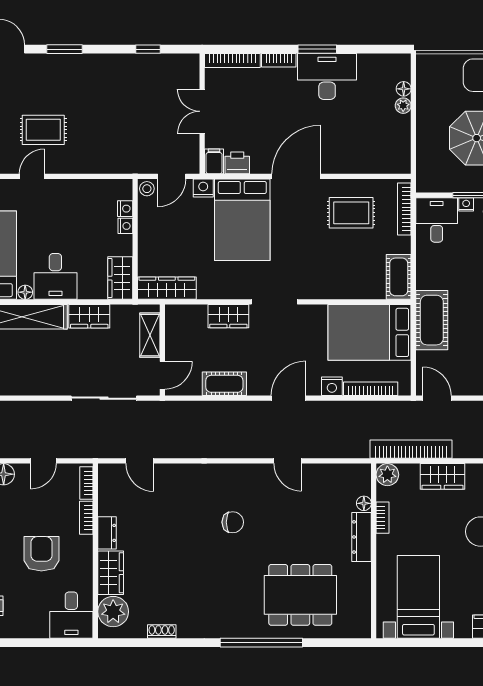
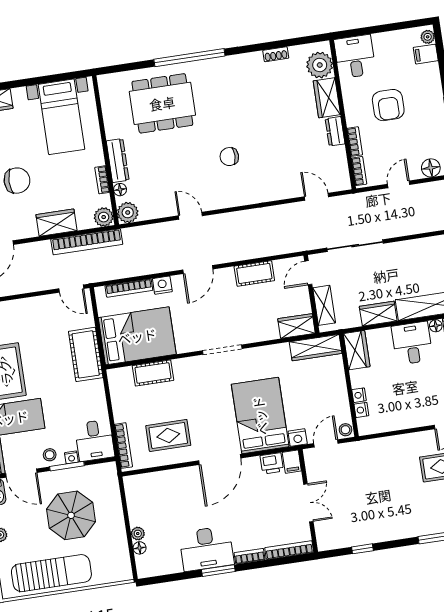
cot: (399, 277) -> (153, 373), moved, turned 90
wardrobe: (228, 316) -> (296, 326), moved
plant: (359, 476) -> (128, 213), added

